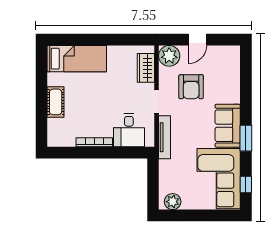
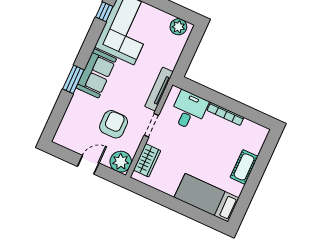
window: (246, 138) -> (73, 79), moved

